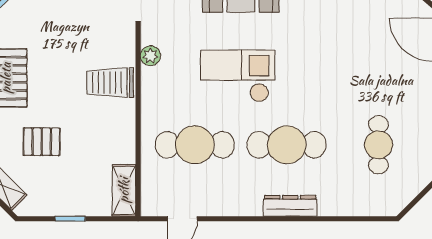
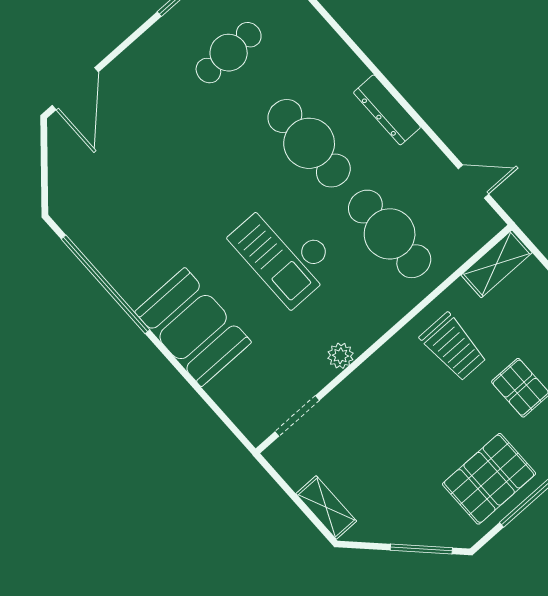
trolley: (110, 83) -> (453, 347), moved
dresser: (290, 206) -> (387, 110), moved

